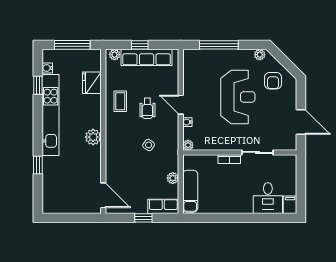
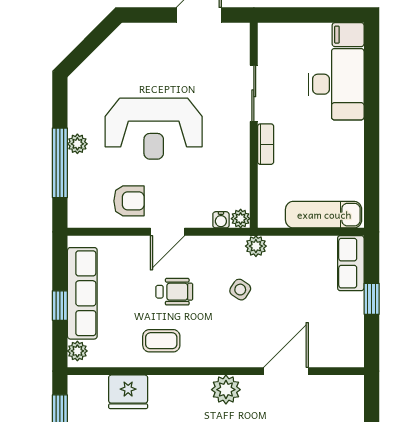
plant: (260, 55) -> (77, 144), moved
armchair: (273, 81) -> (129, 201), moved
reception desk: (238, 97) -> (154, 129), turned 180
water cooler: (187, 122) -> (221, 220), moved
plant: (173, 178) -> (256, 246), moved
door: (103, 195) -> (286, 371), moved
desk: (268, 198) -> (336, 84), width x1.37

